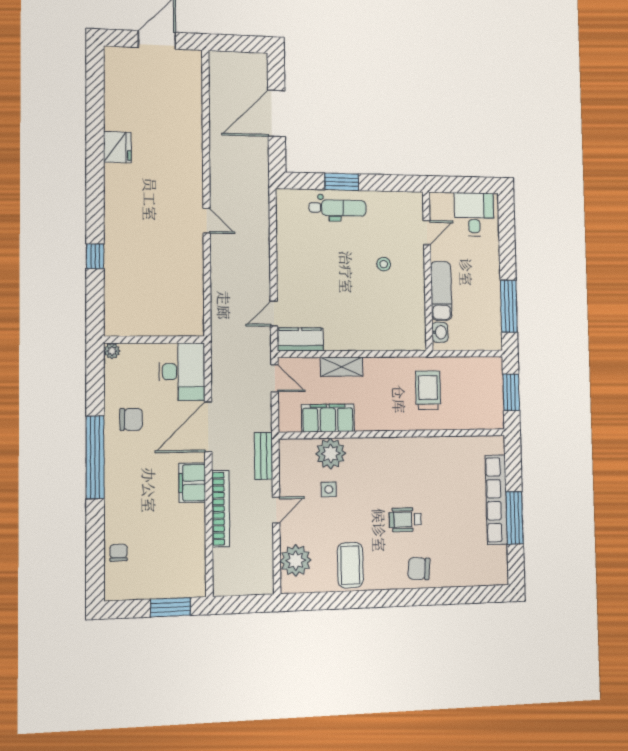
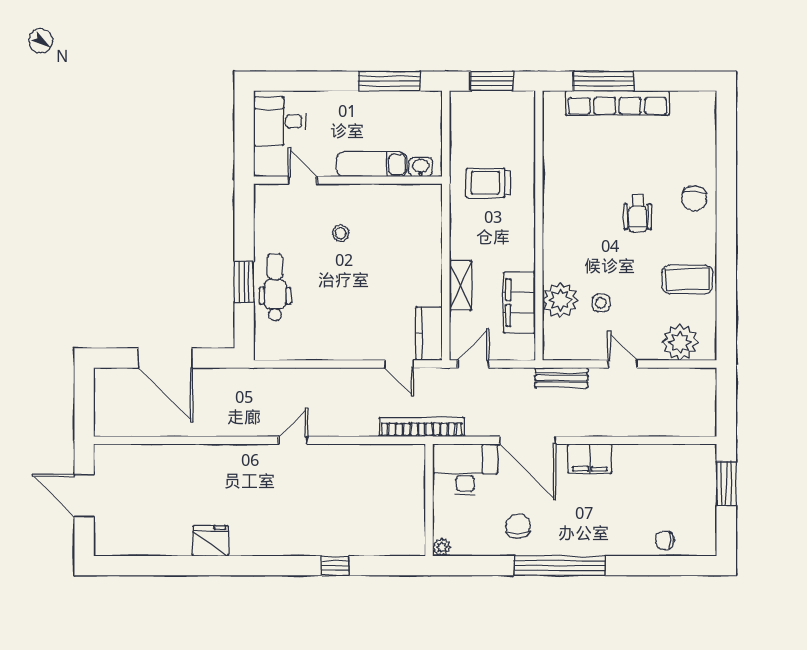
bookcase: (221, 509) -> (422, 427), moved
window: (515, 518) -> (604, 81), moved

